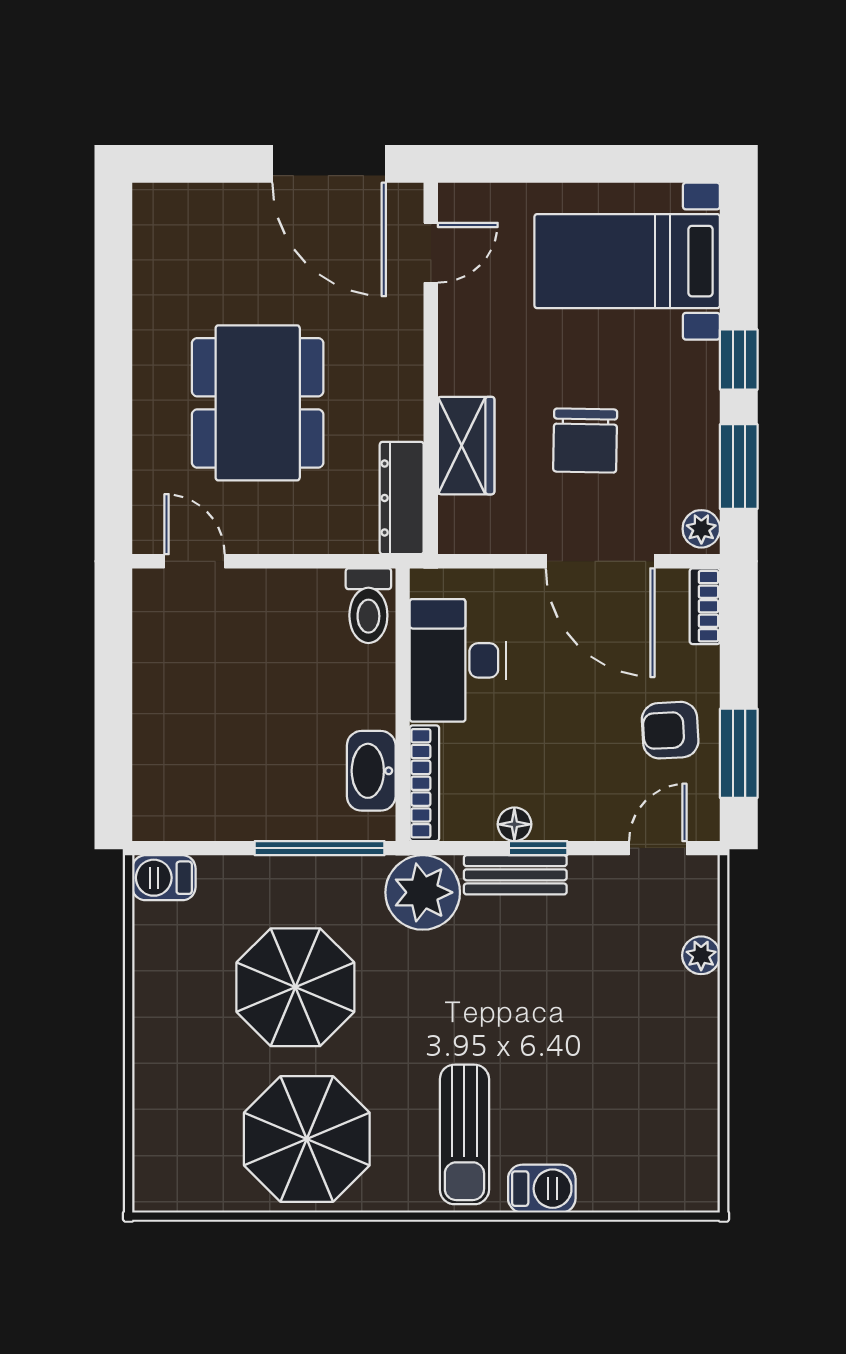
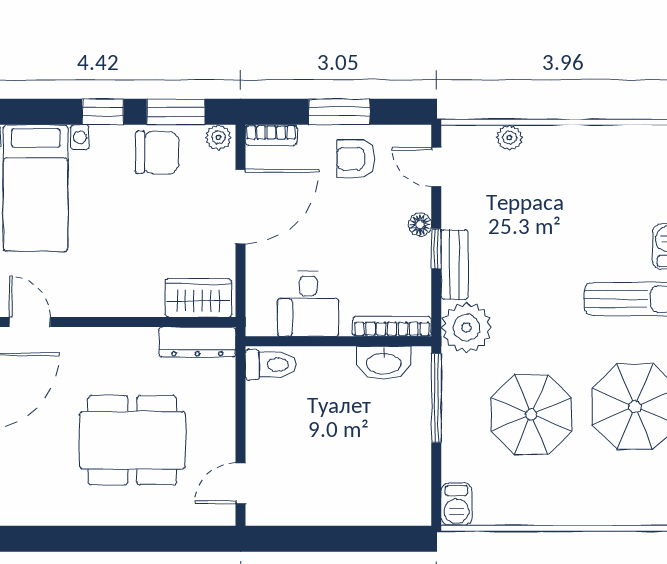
chair: (585, 441) -> (157, 152), moved
wardrobe: (466, 446) -> (198, 298), moved
desk: (458, 660) -> (308, 304), width x0.73
armchair: (670, 730) -> (356, 159), turned 93
window: (739, 753) -> (339, 112), moved
floor lamp: (514, 824) -> (420, 225), moved

